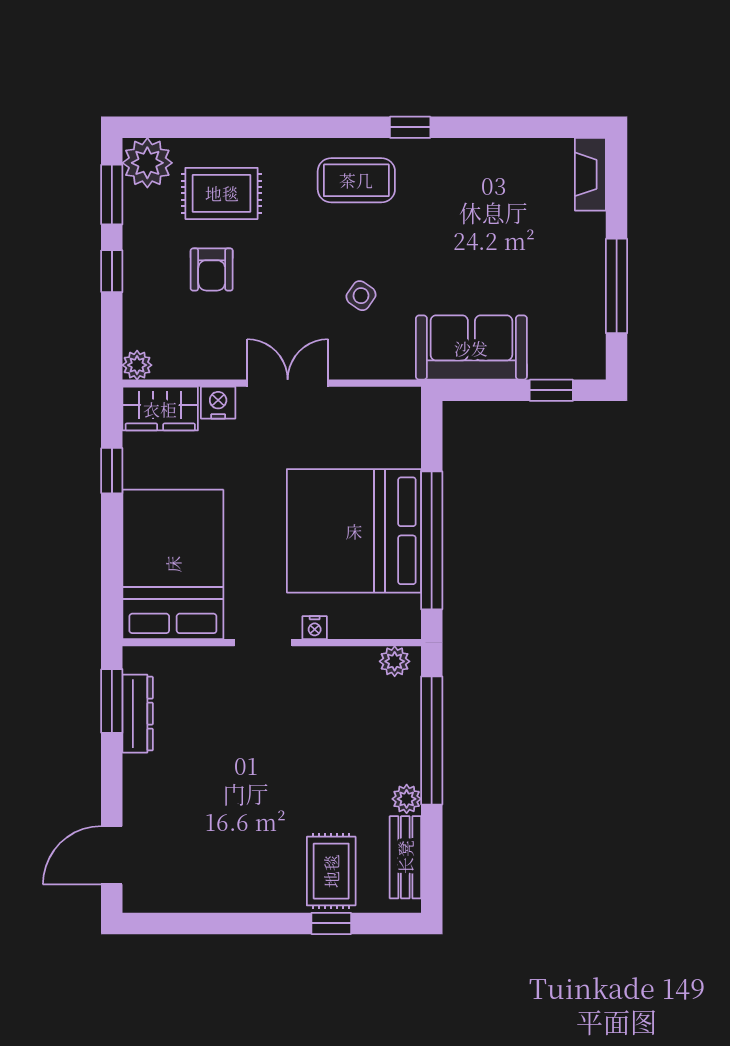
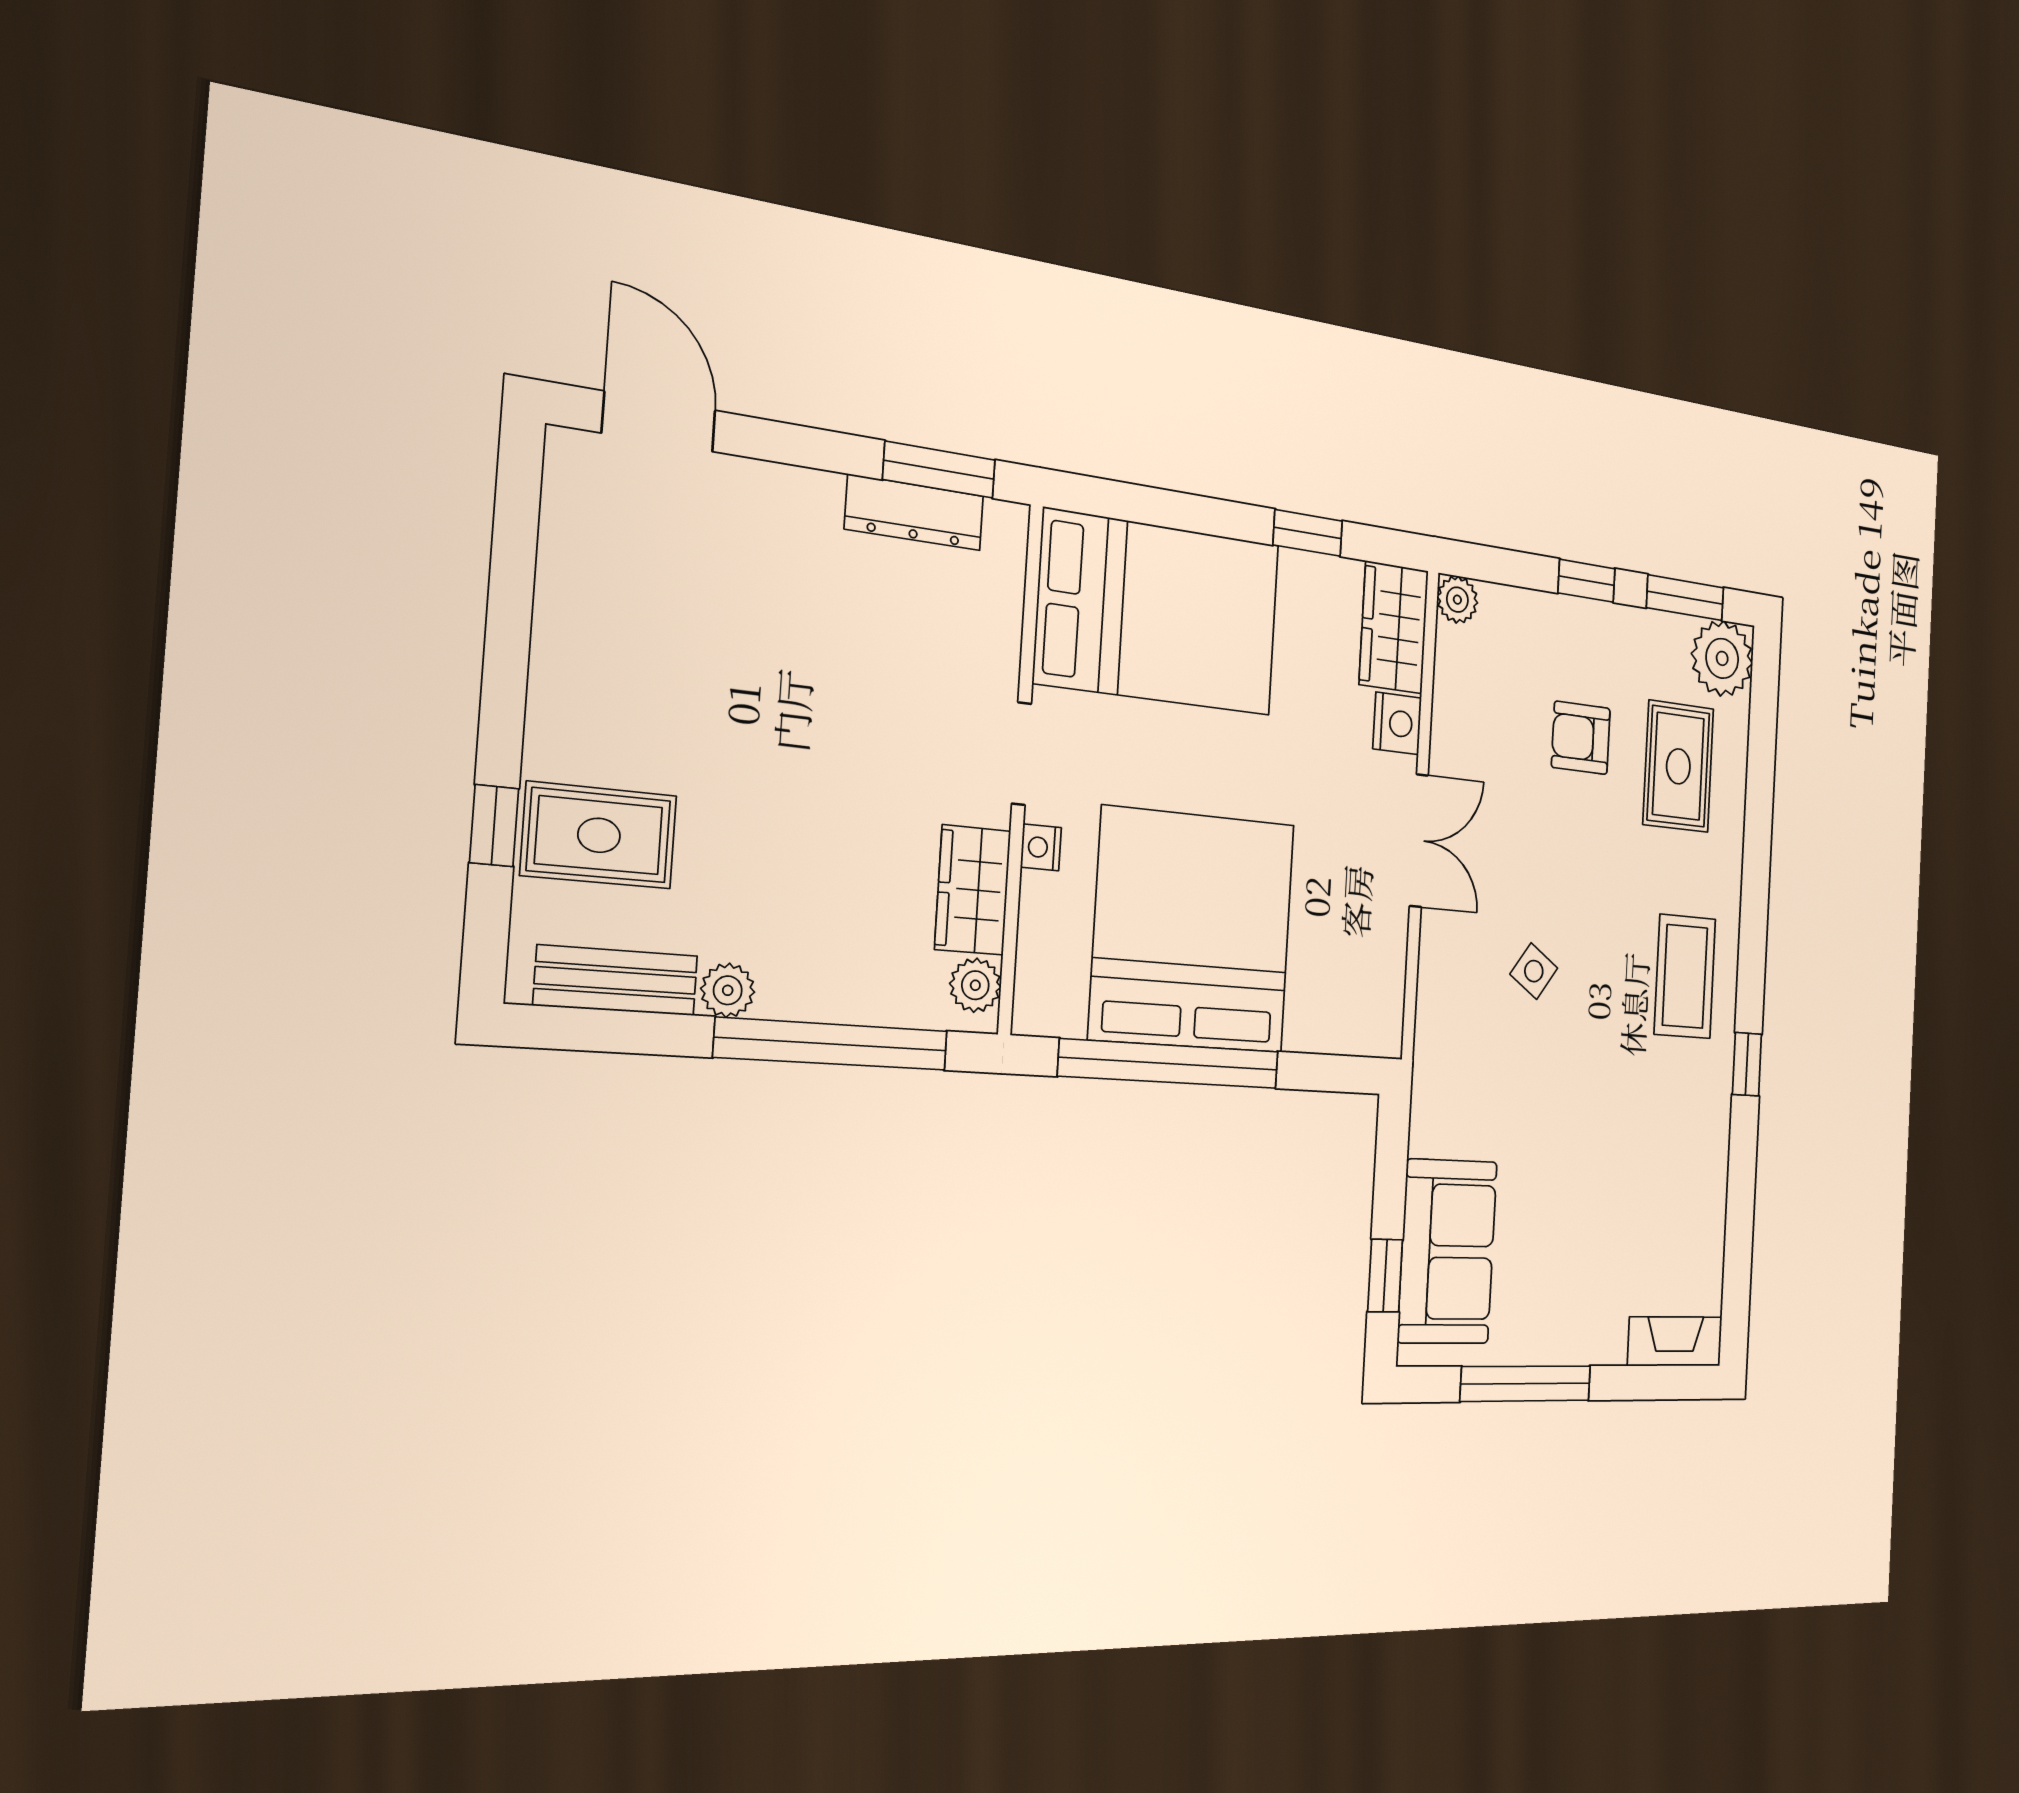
sofa: (471, 348) -> (1448, 1252), moved
wardrobe: (342, 666) -> (973, 890), added

